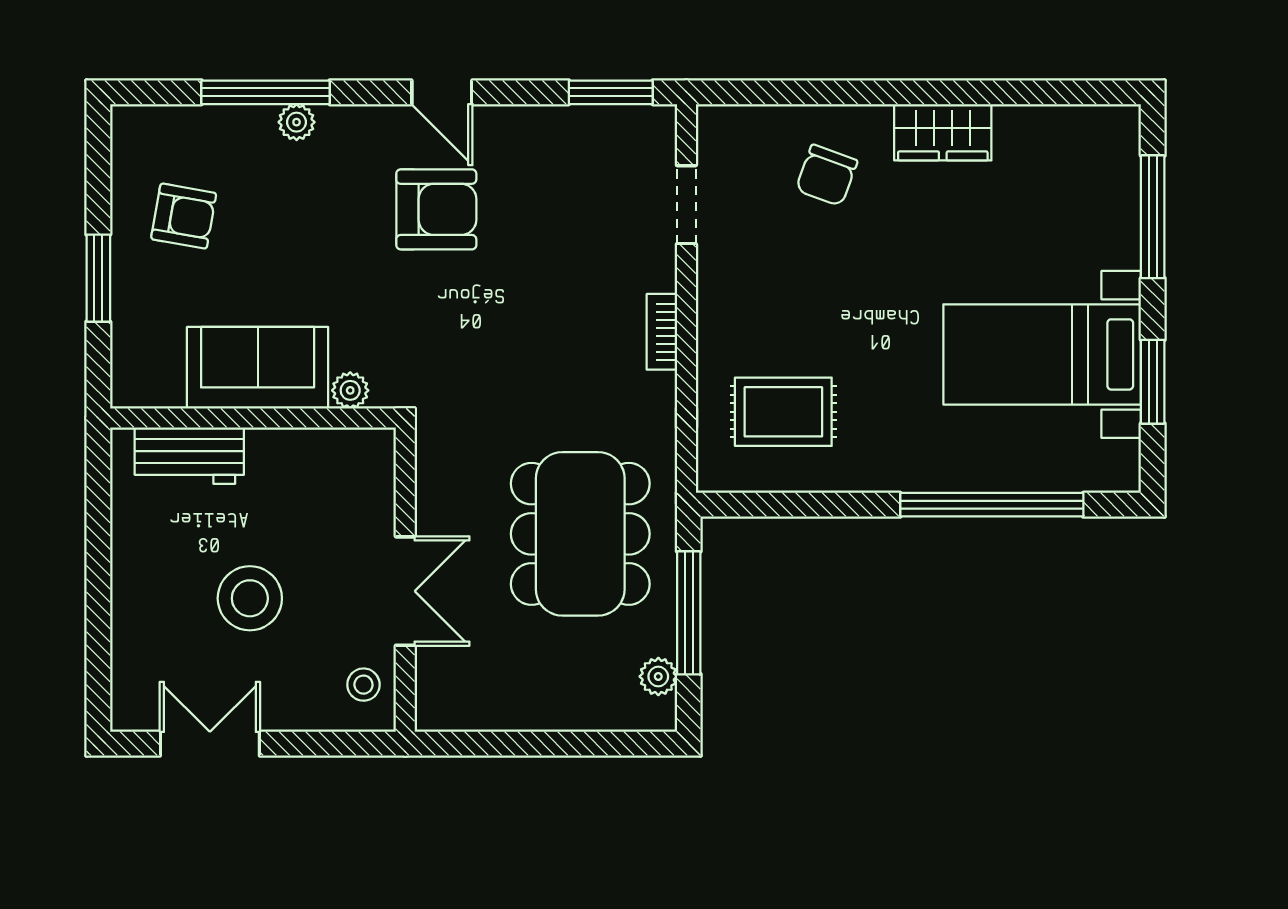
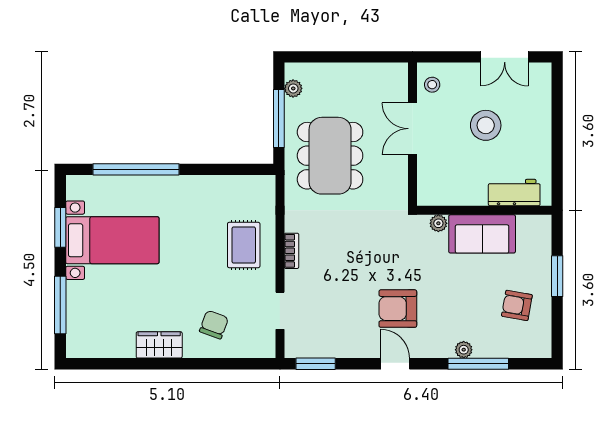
rug: (783, 412) -> (244, 245), moved, turned 90

